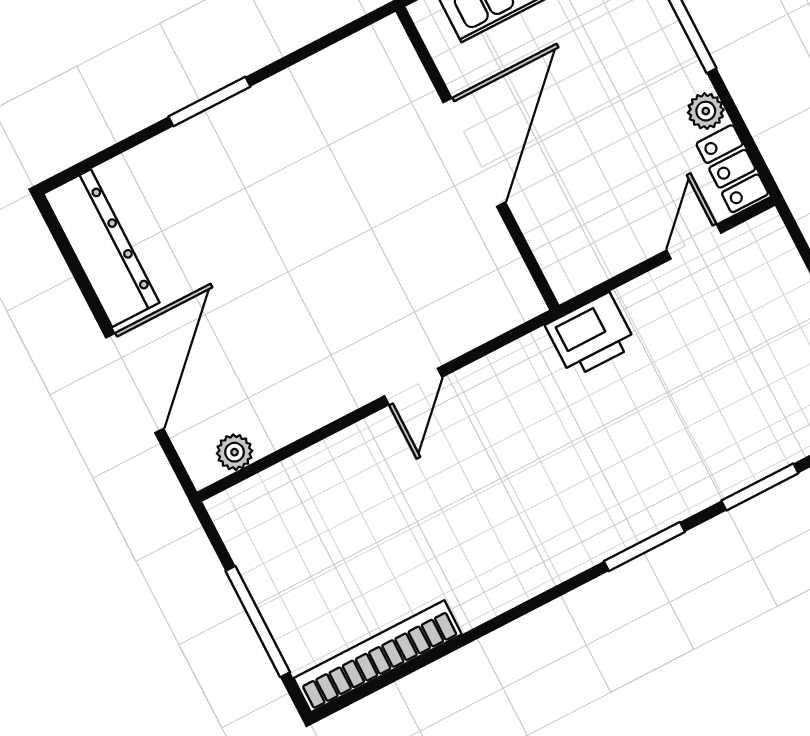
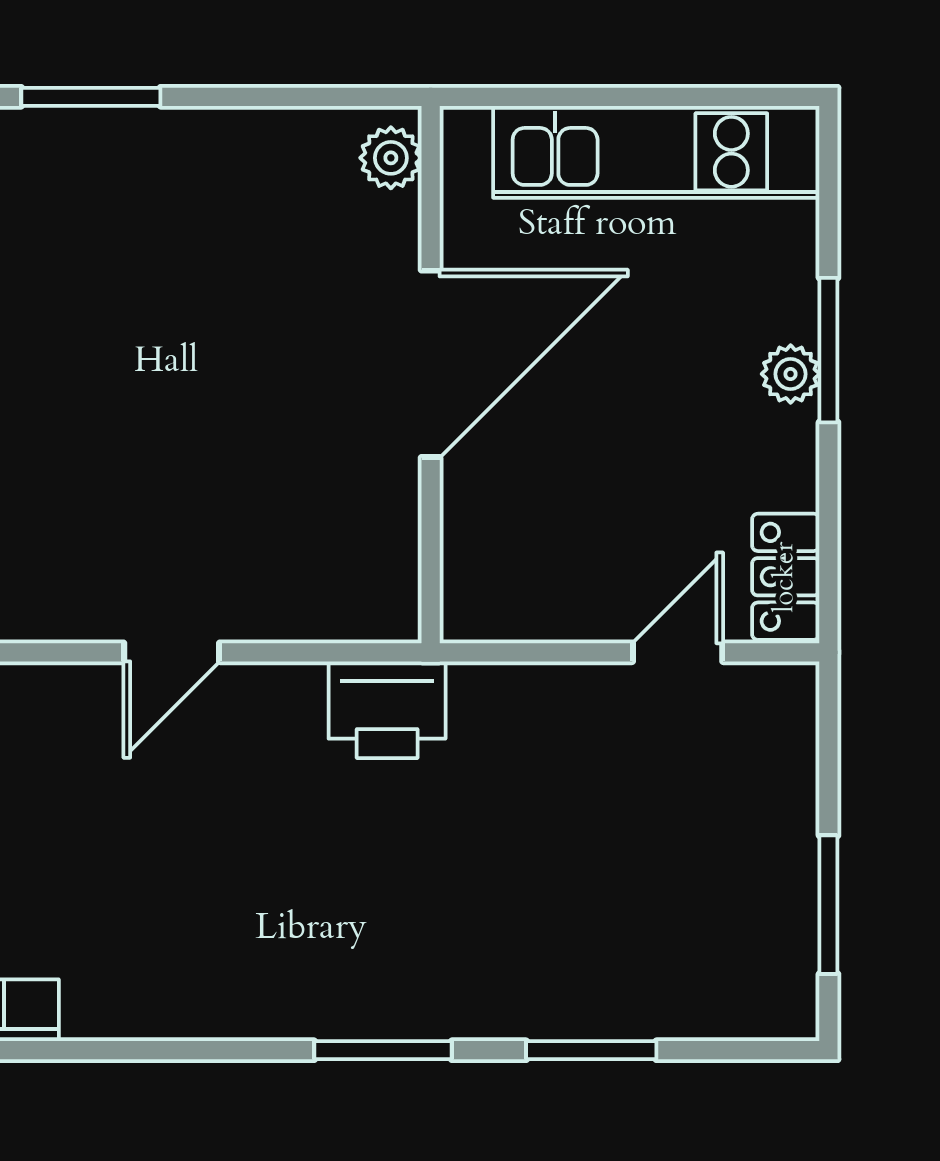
plant: (393, 49) -> (391, 158), added
plant: (706, 111) -> (791, 374), moved
printer: (591, 335) -> (387, 710), moved

